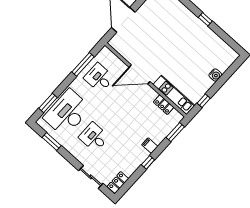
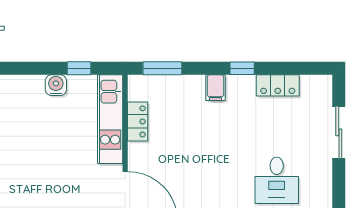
water cooler: (215, 75) -> (56, 85), moved
locker: (118, 183) -> (278, 85), moved

